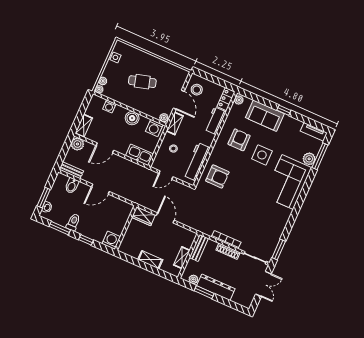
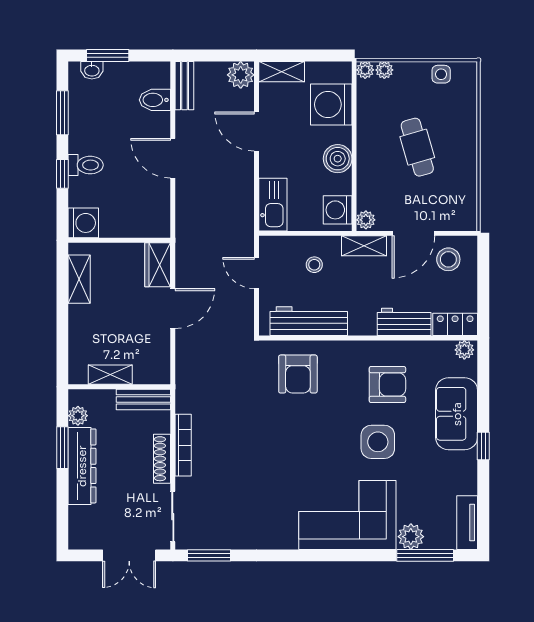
washing machine: (109, 106) -> (331, 104), width x1.89, depth x1.89
toilet: (73, 222) -> (86, 165), moved
shelving: (150, 260) -> (79, 279), moved

